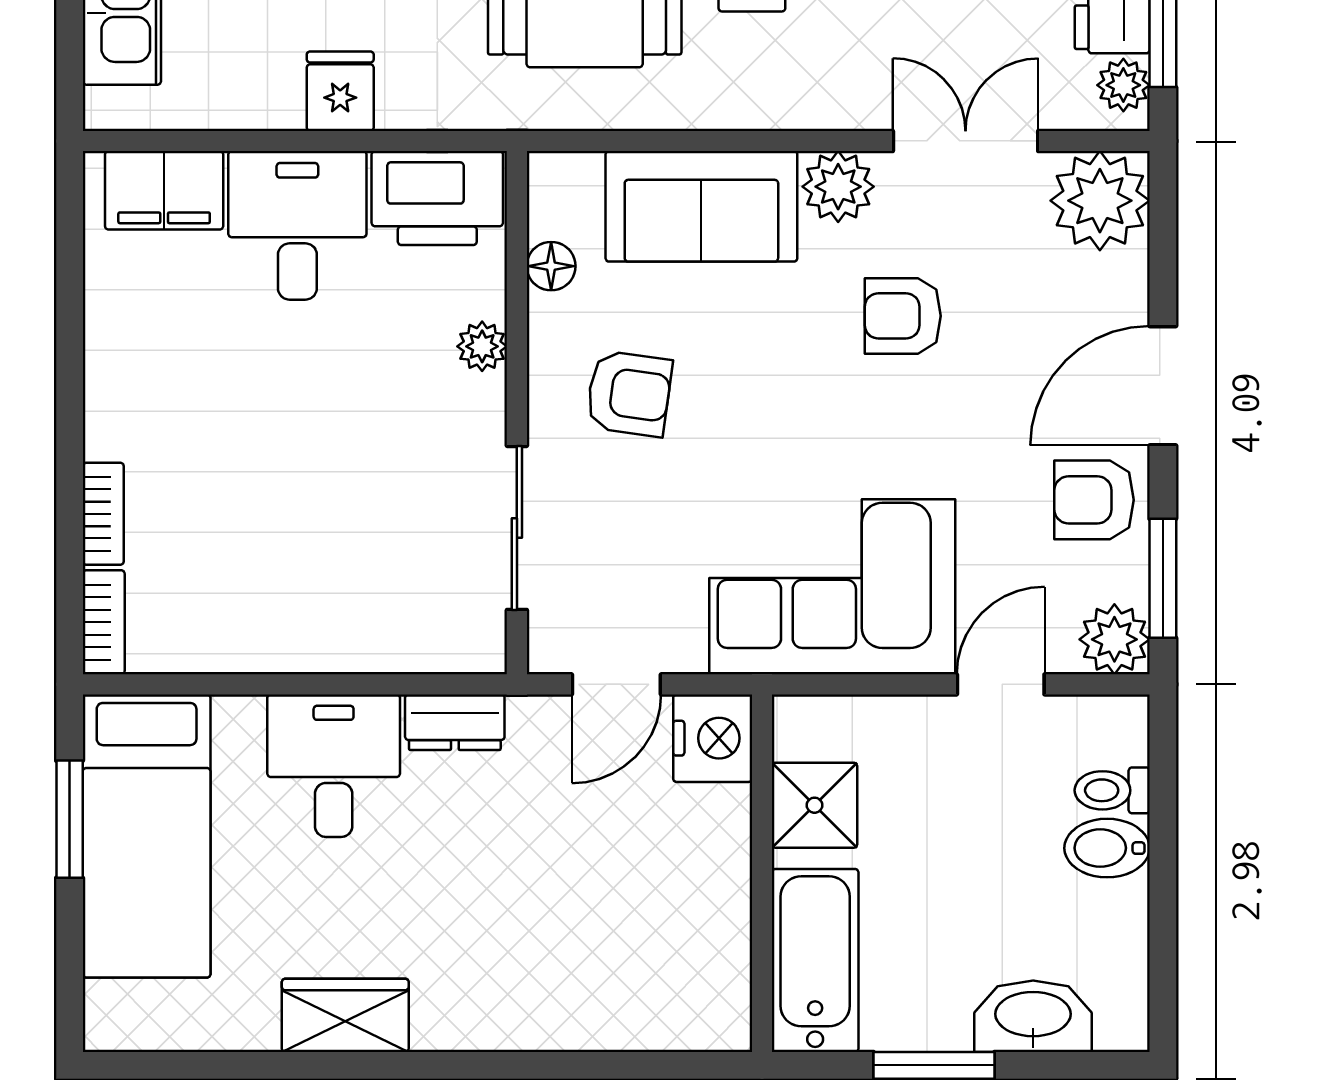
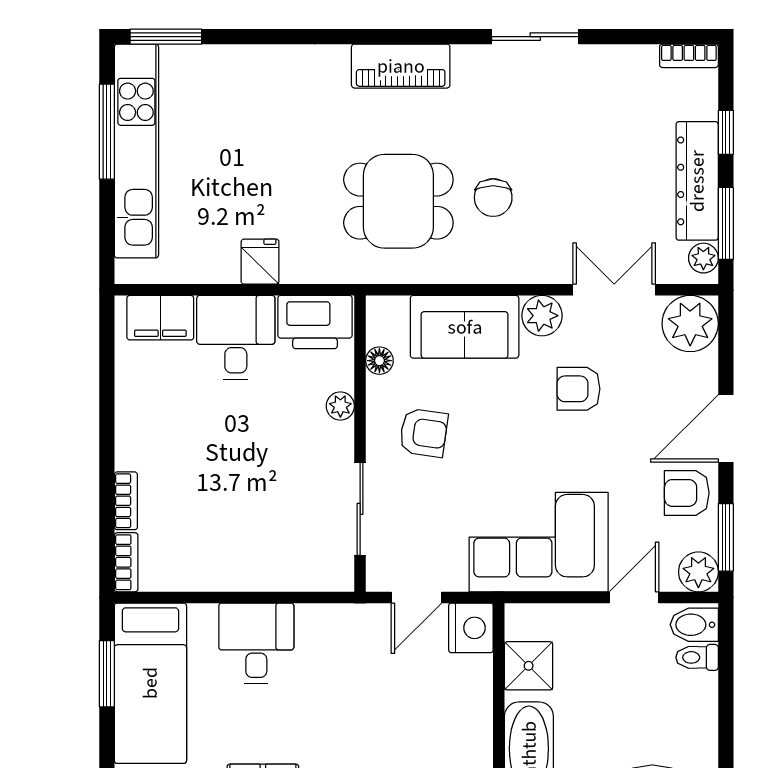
dresser: (455, 722) -> (325, 619), removed
bidet: (1107, 848) -> (694, 625), moved

